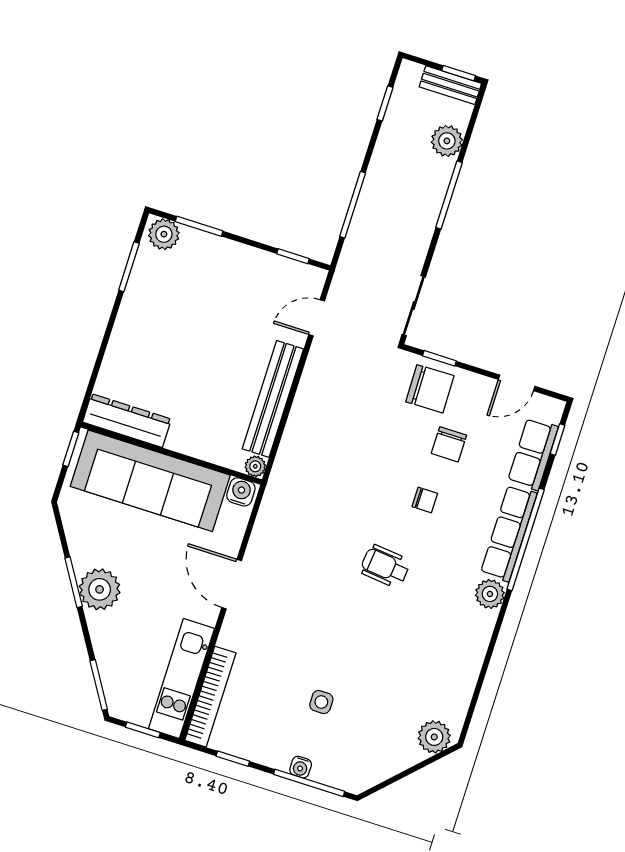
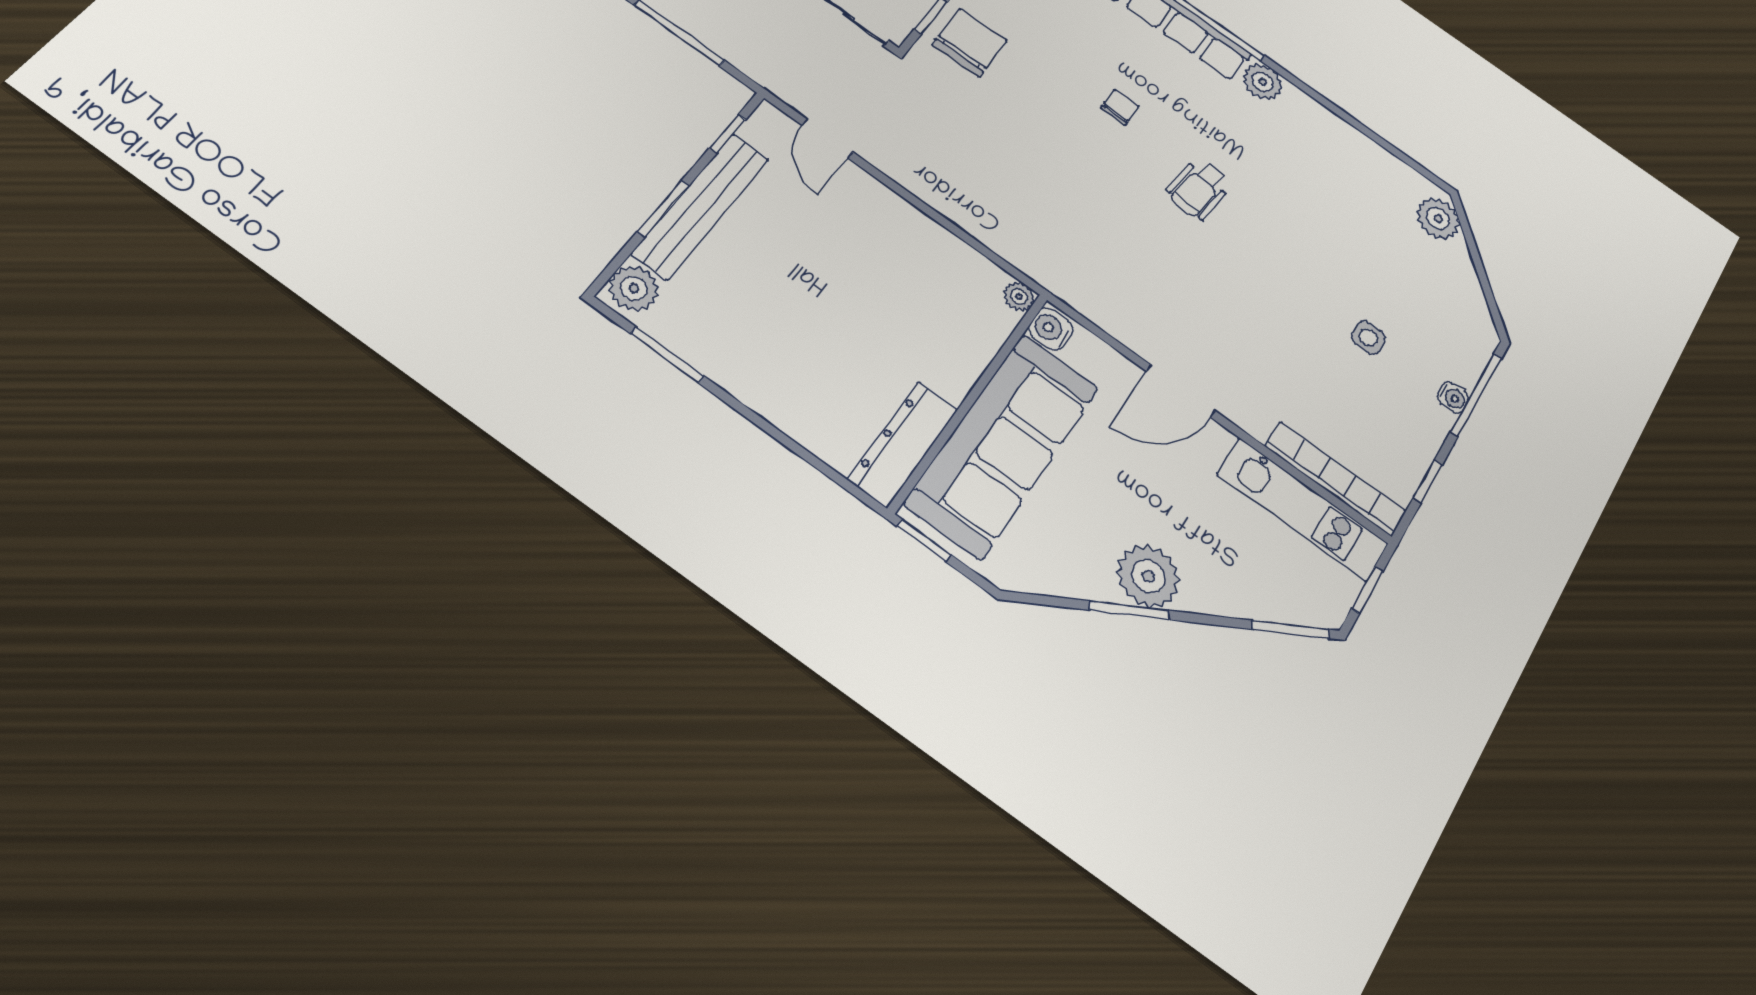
window: (199, 226) -> (663, 208), moved
bench: (273, 399) -> (701, 206), moved, turned 90
chair: (449, 444) -> (1052, 50), removed

